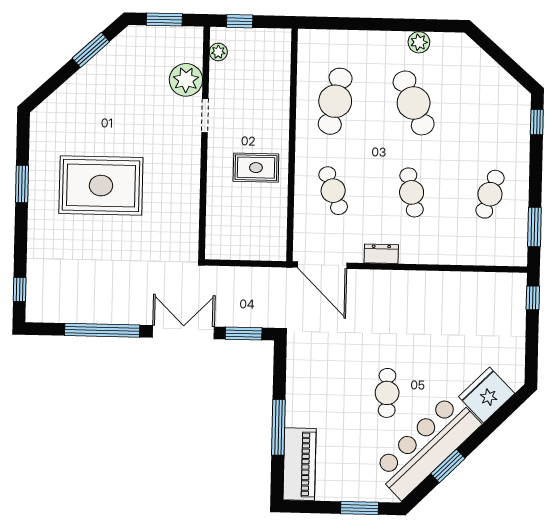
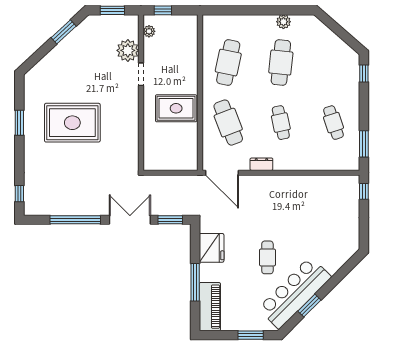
cafe table: (414, 103) -> (281, 63), turned 30
rug: (256, 168) -> (176, 108), width x1.36, depth x1.43
cafe table: (333, 191) -> (228, 123), width x1.37, depth x1.35
cafe table: (490, 194) -> (333, 123), turned -36
fridge: (487, 395) -> (212, 248), moved, turned 135

